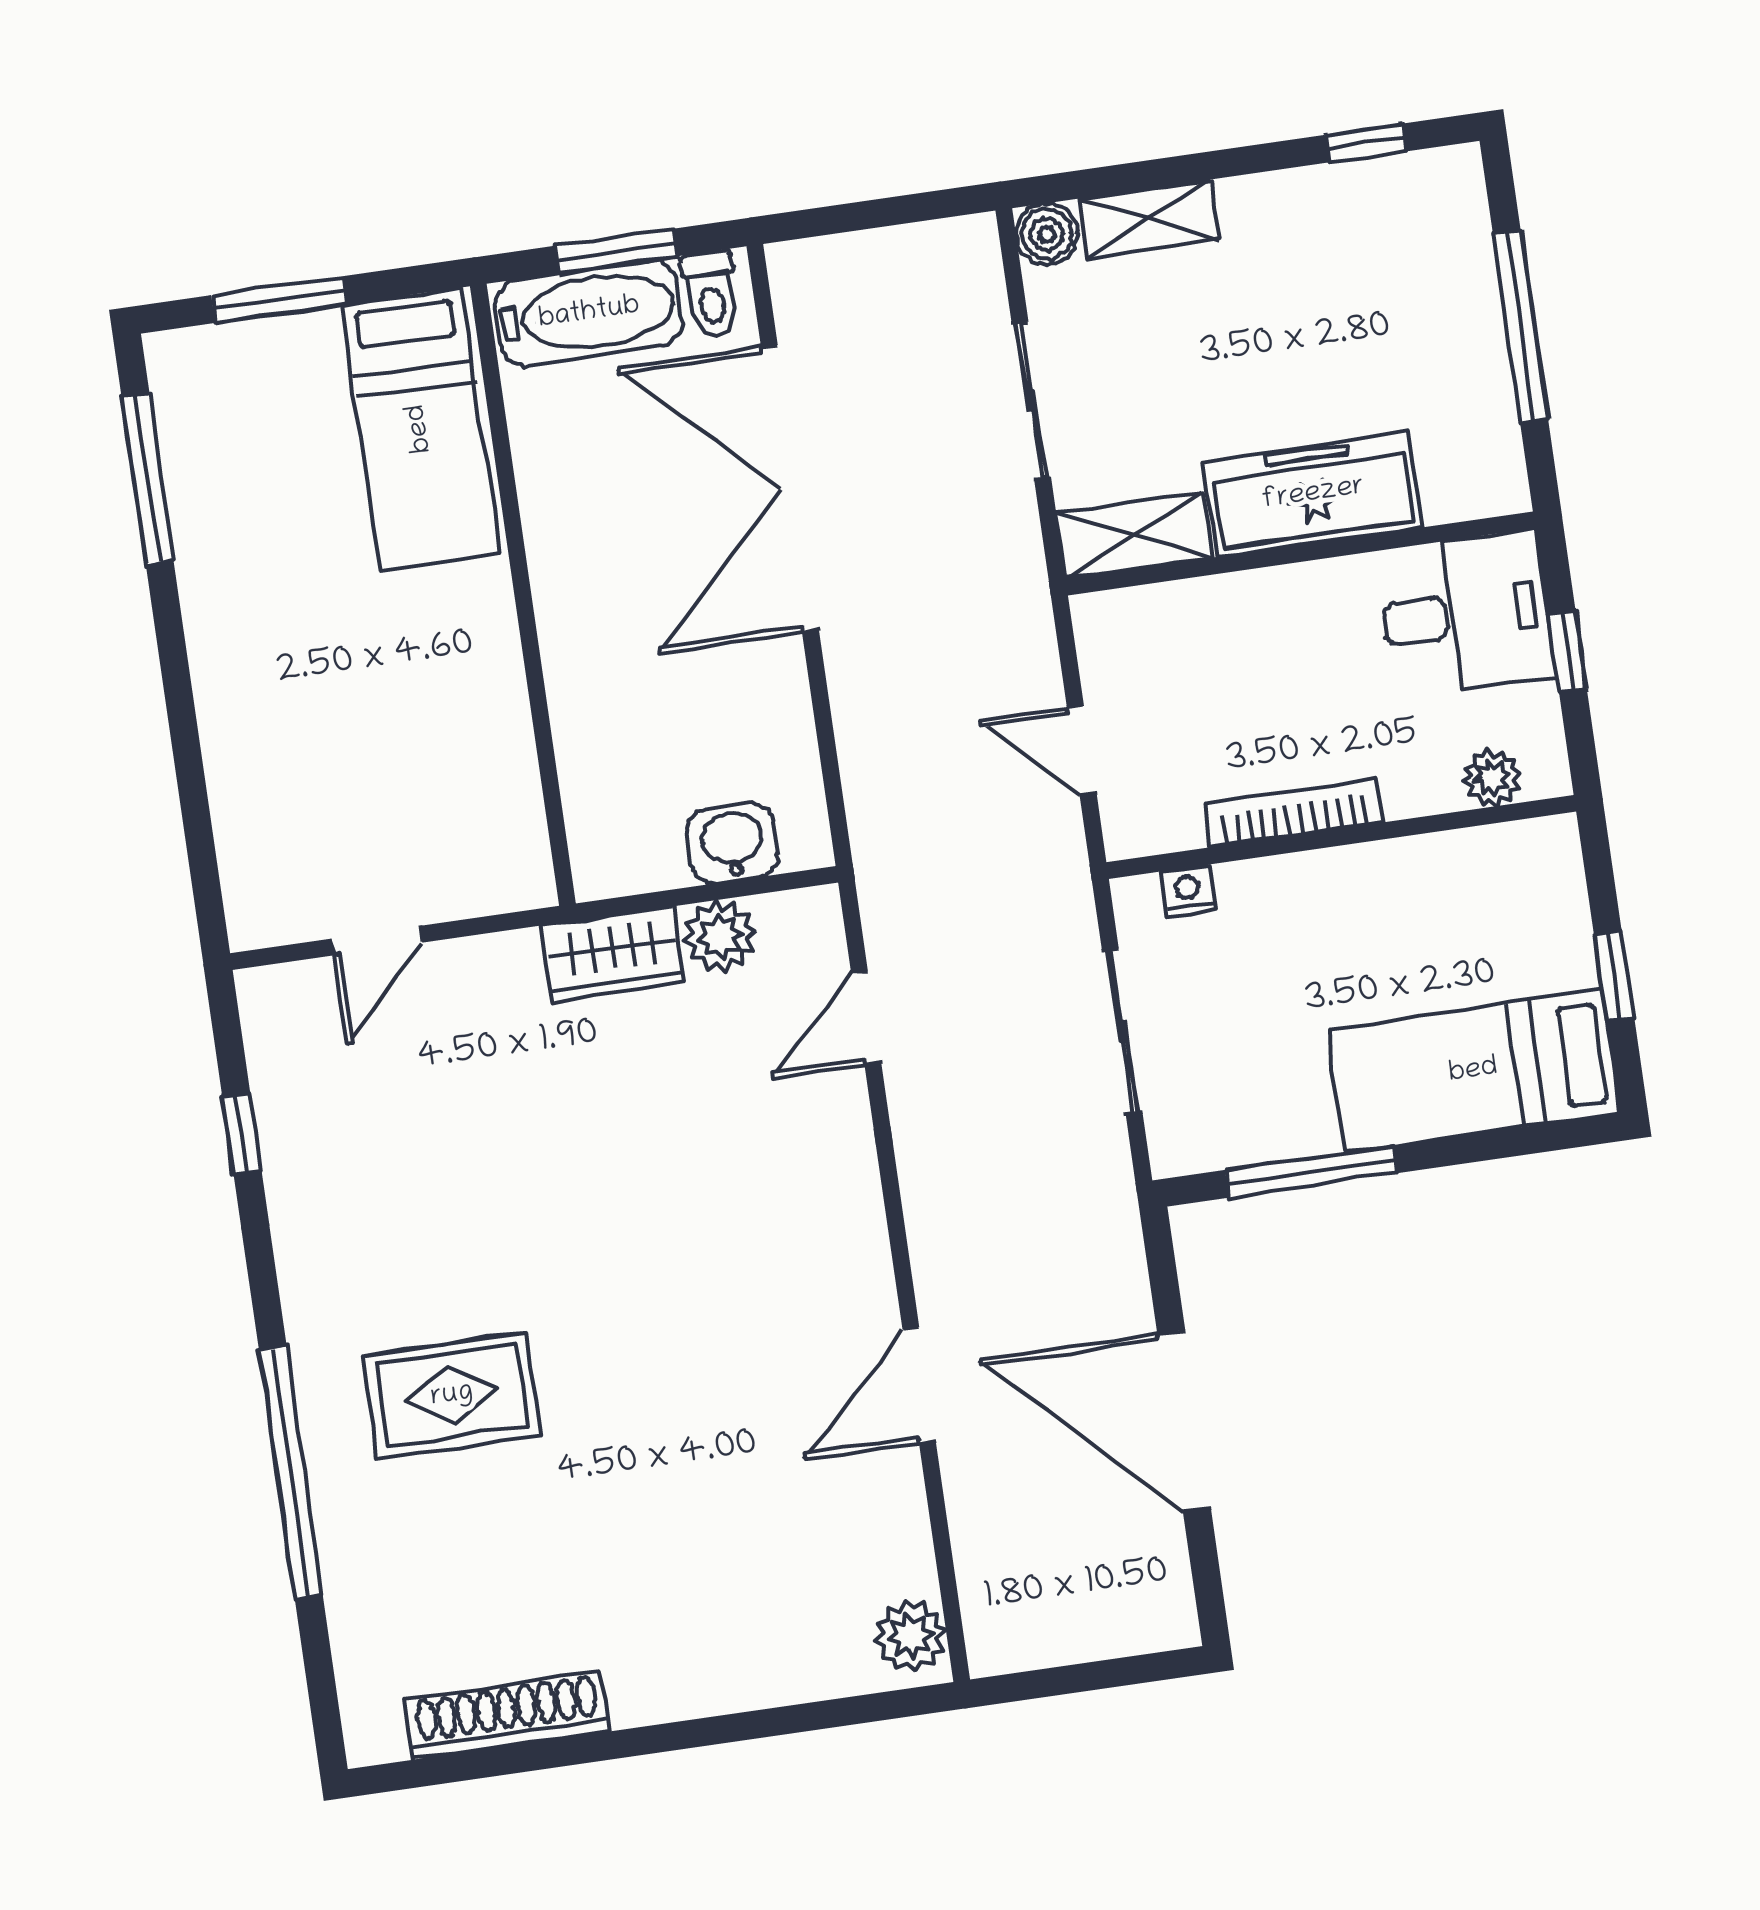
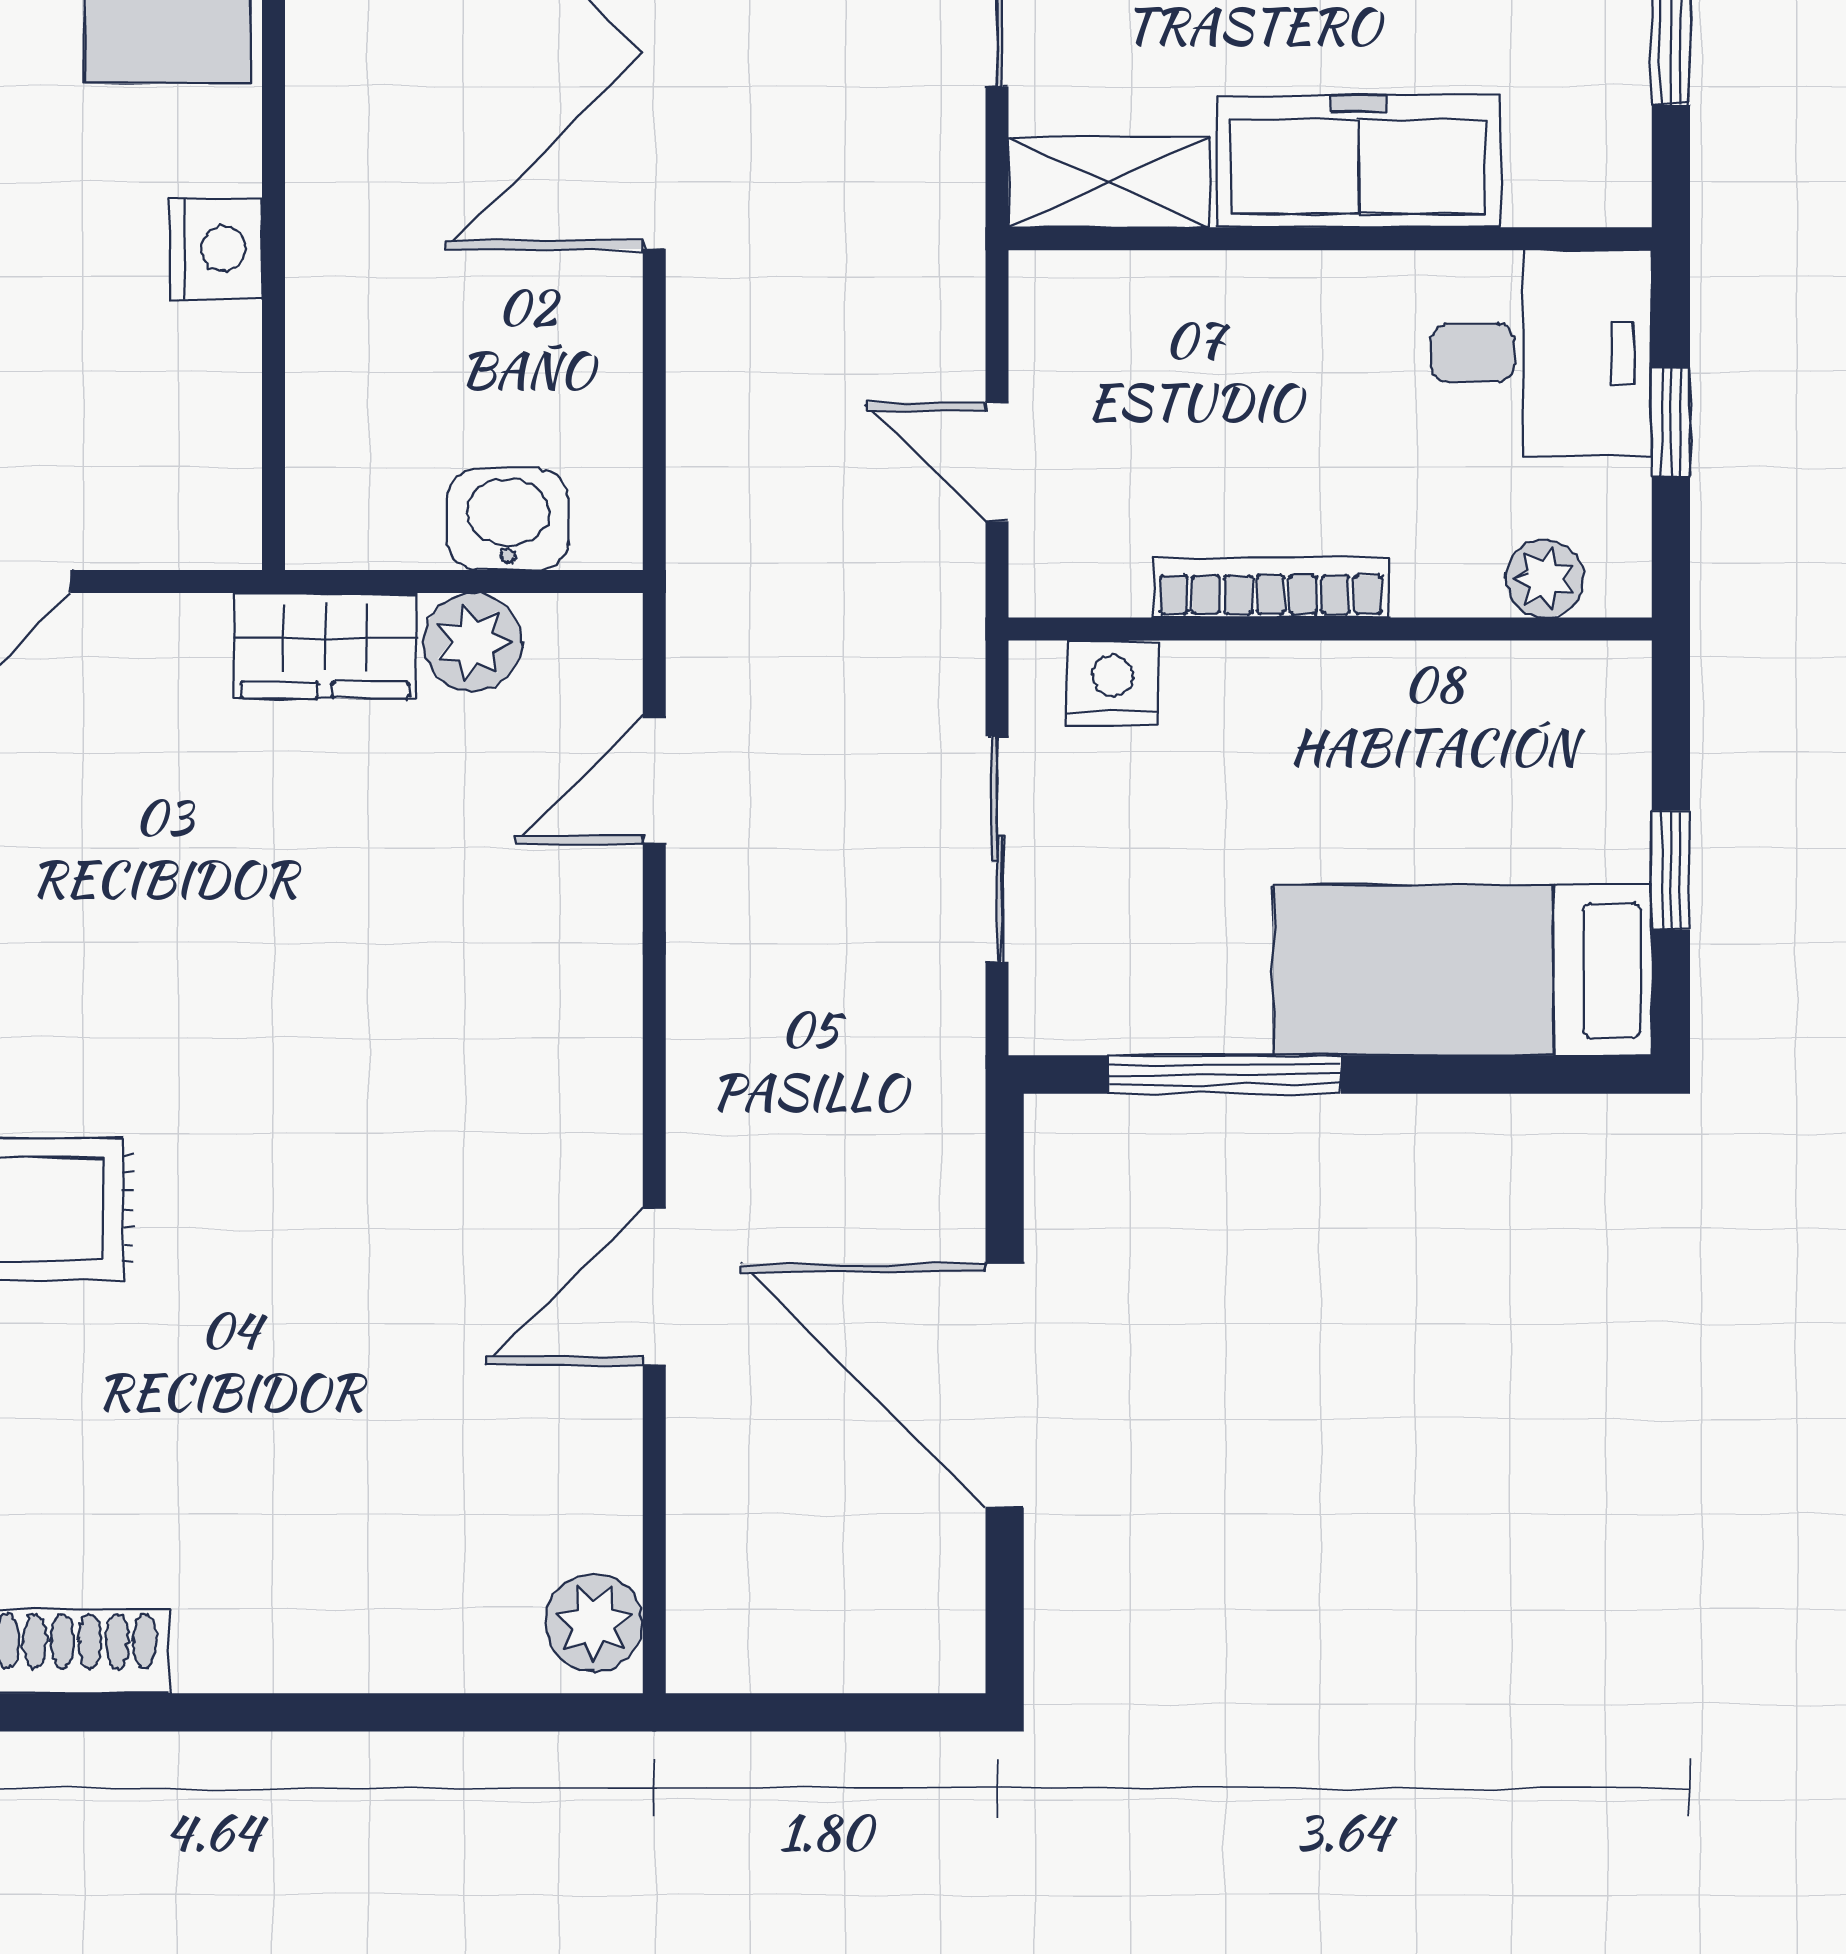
nightstand: (492, 677) -> (216, 249), added
nightstand: (1188, 891) -> (1113, 683), width x1.39, depth x1.35

